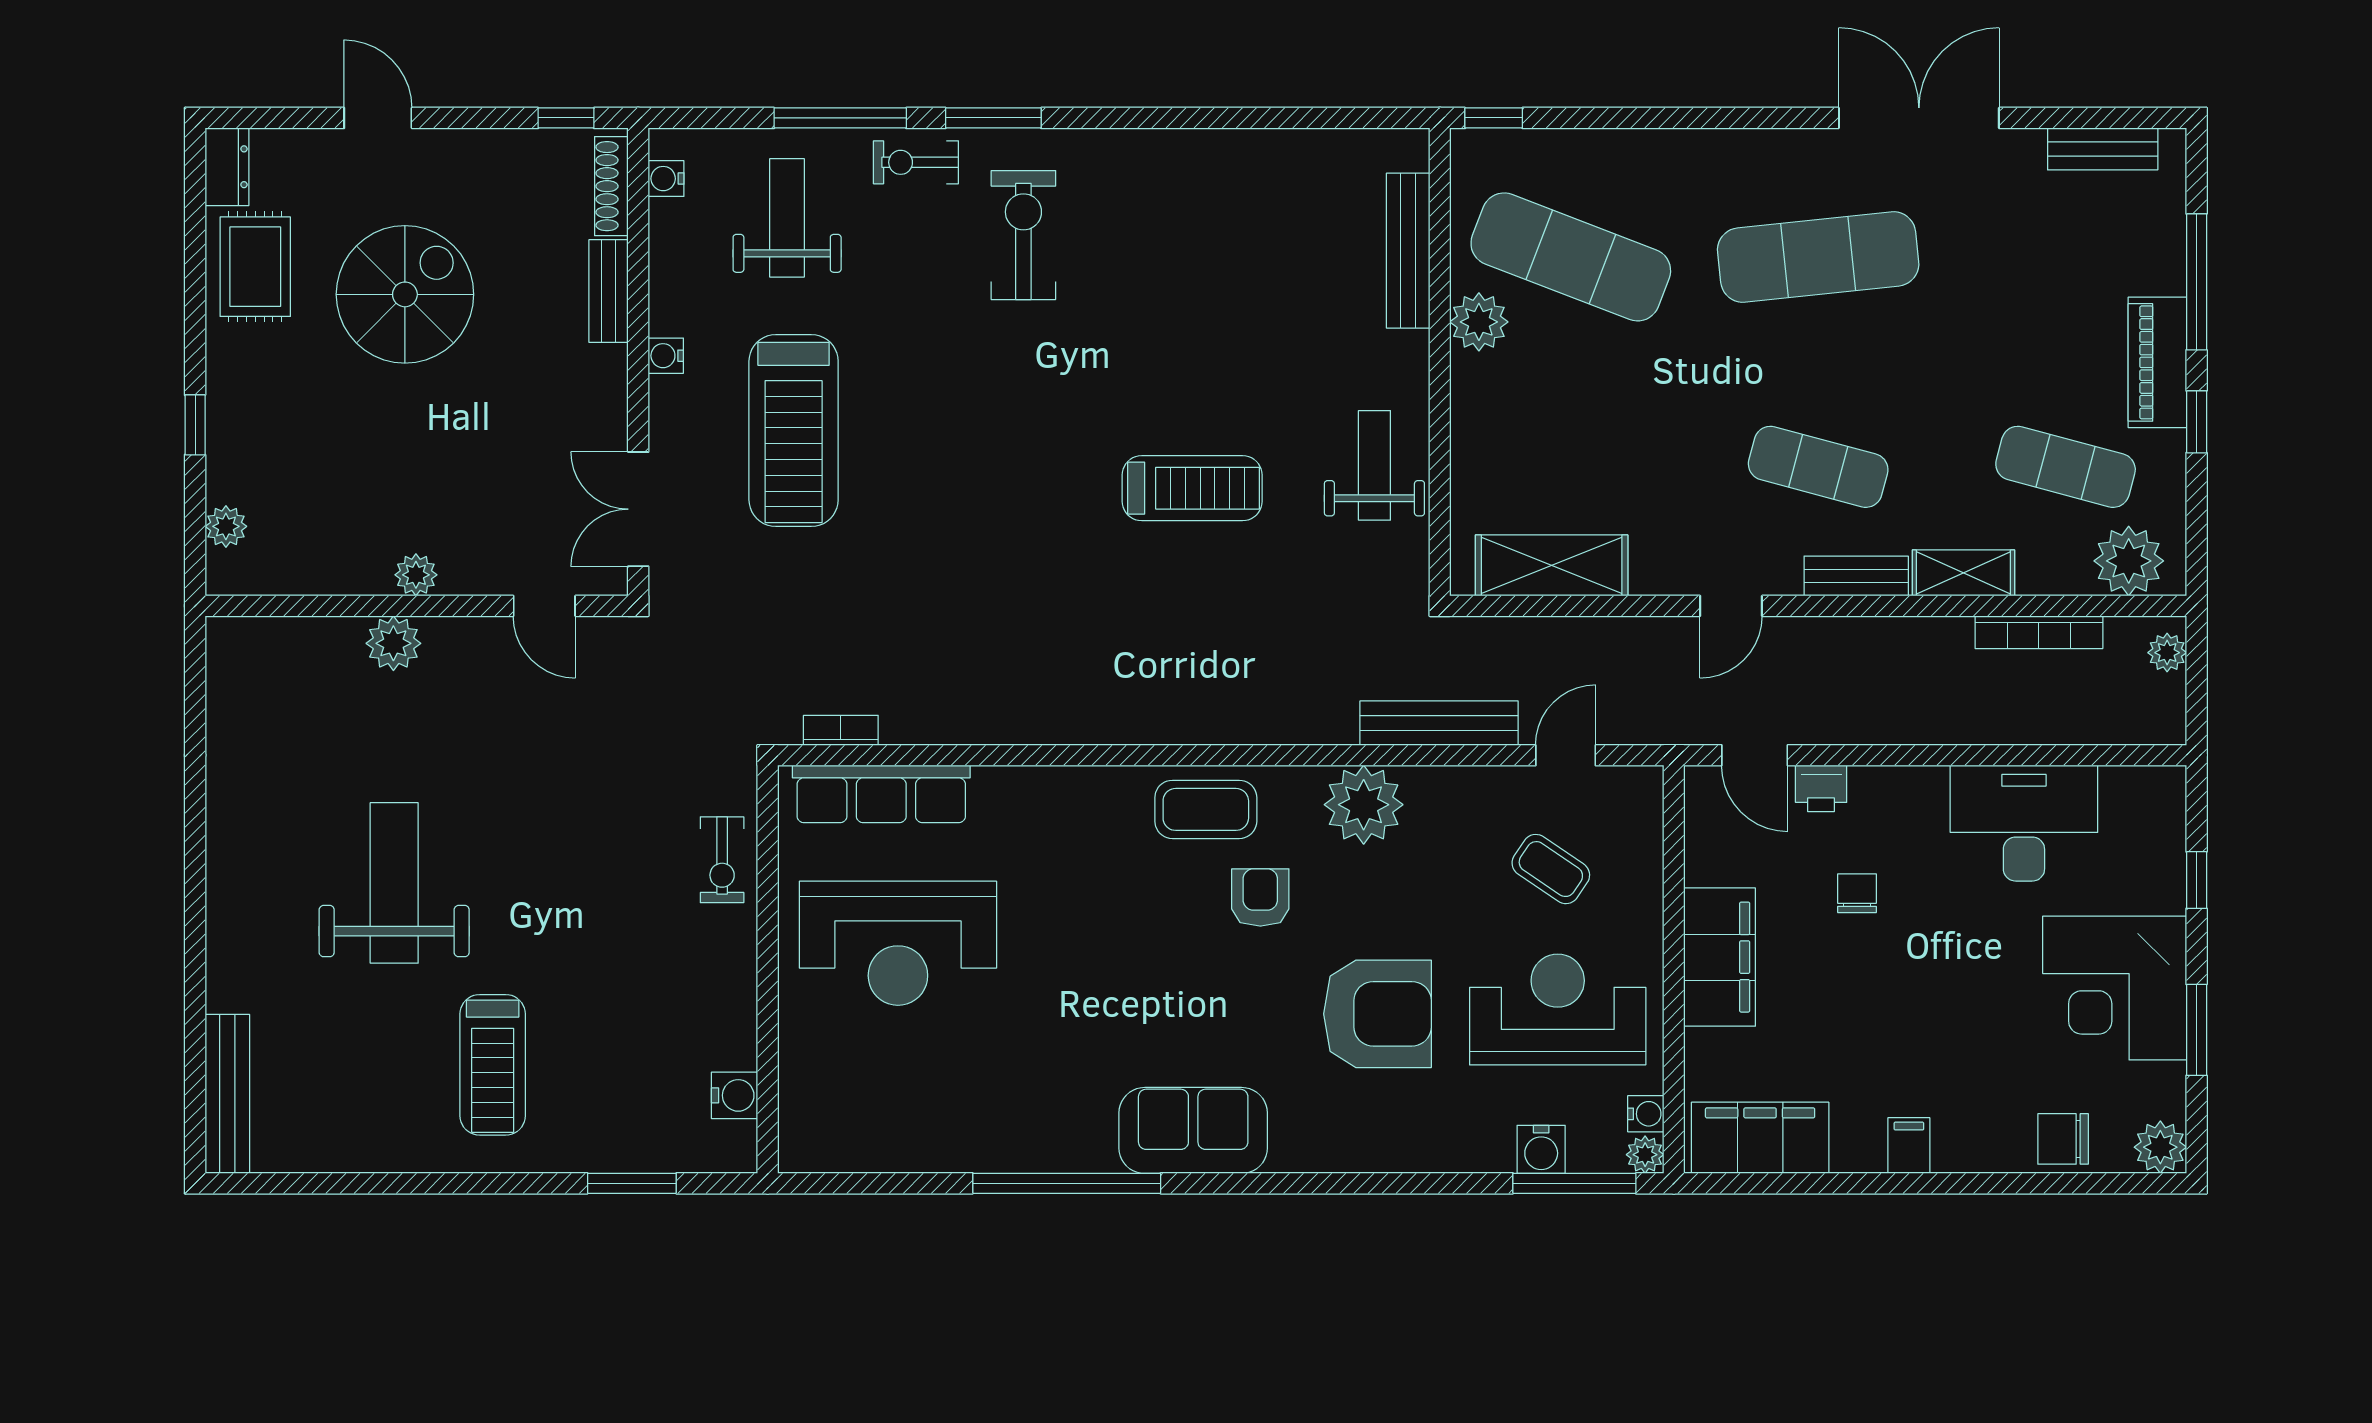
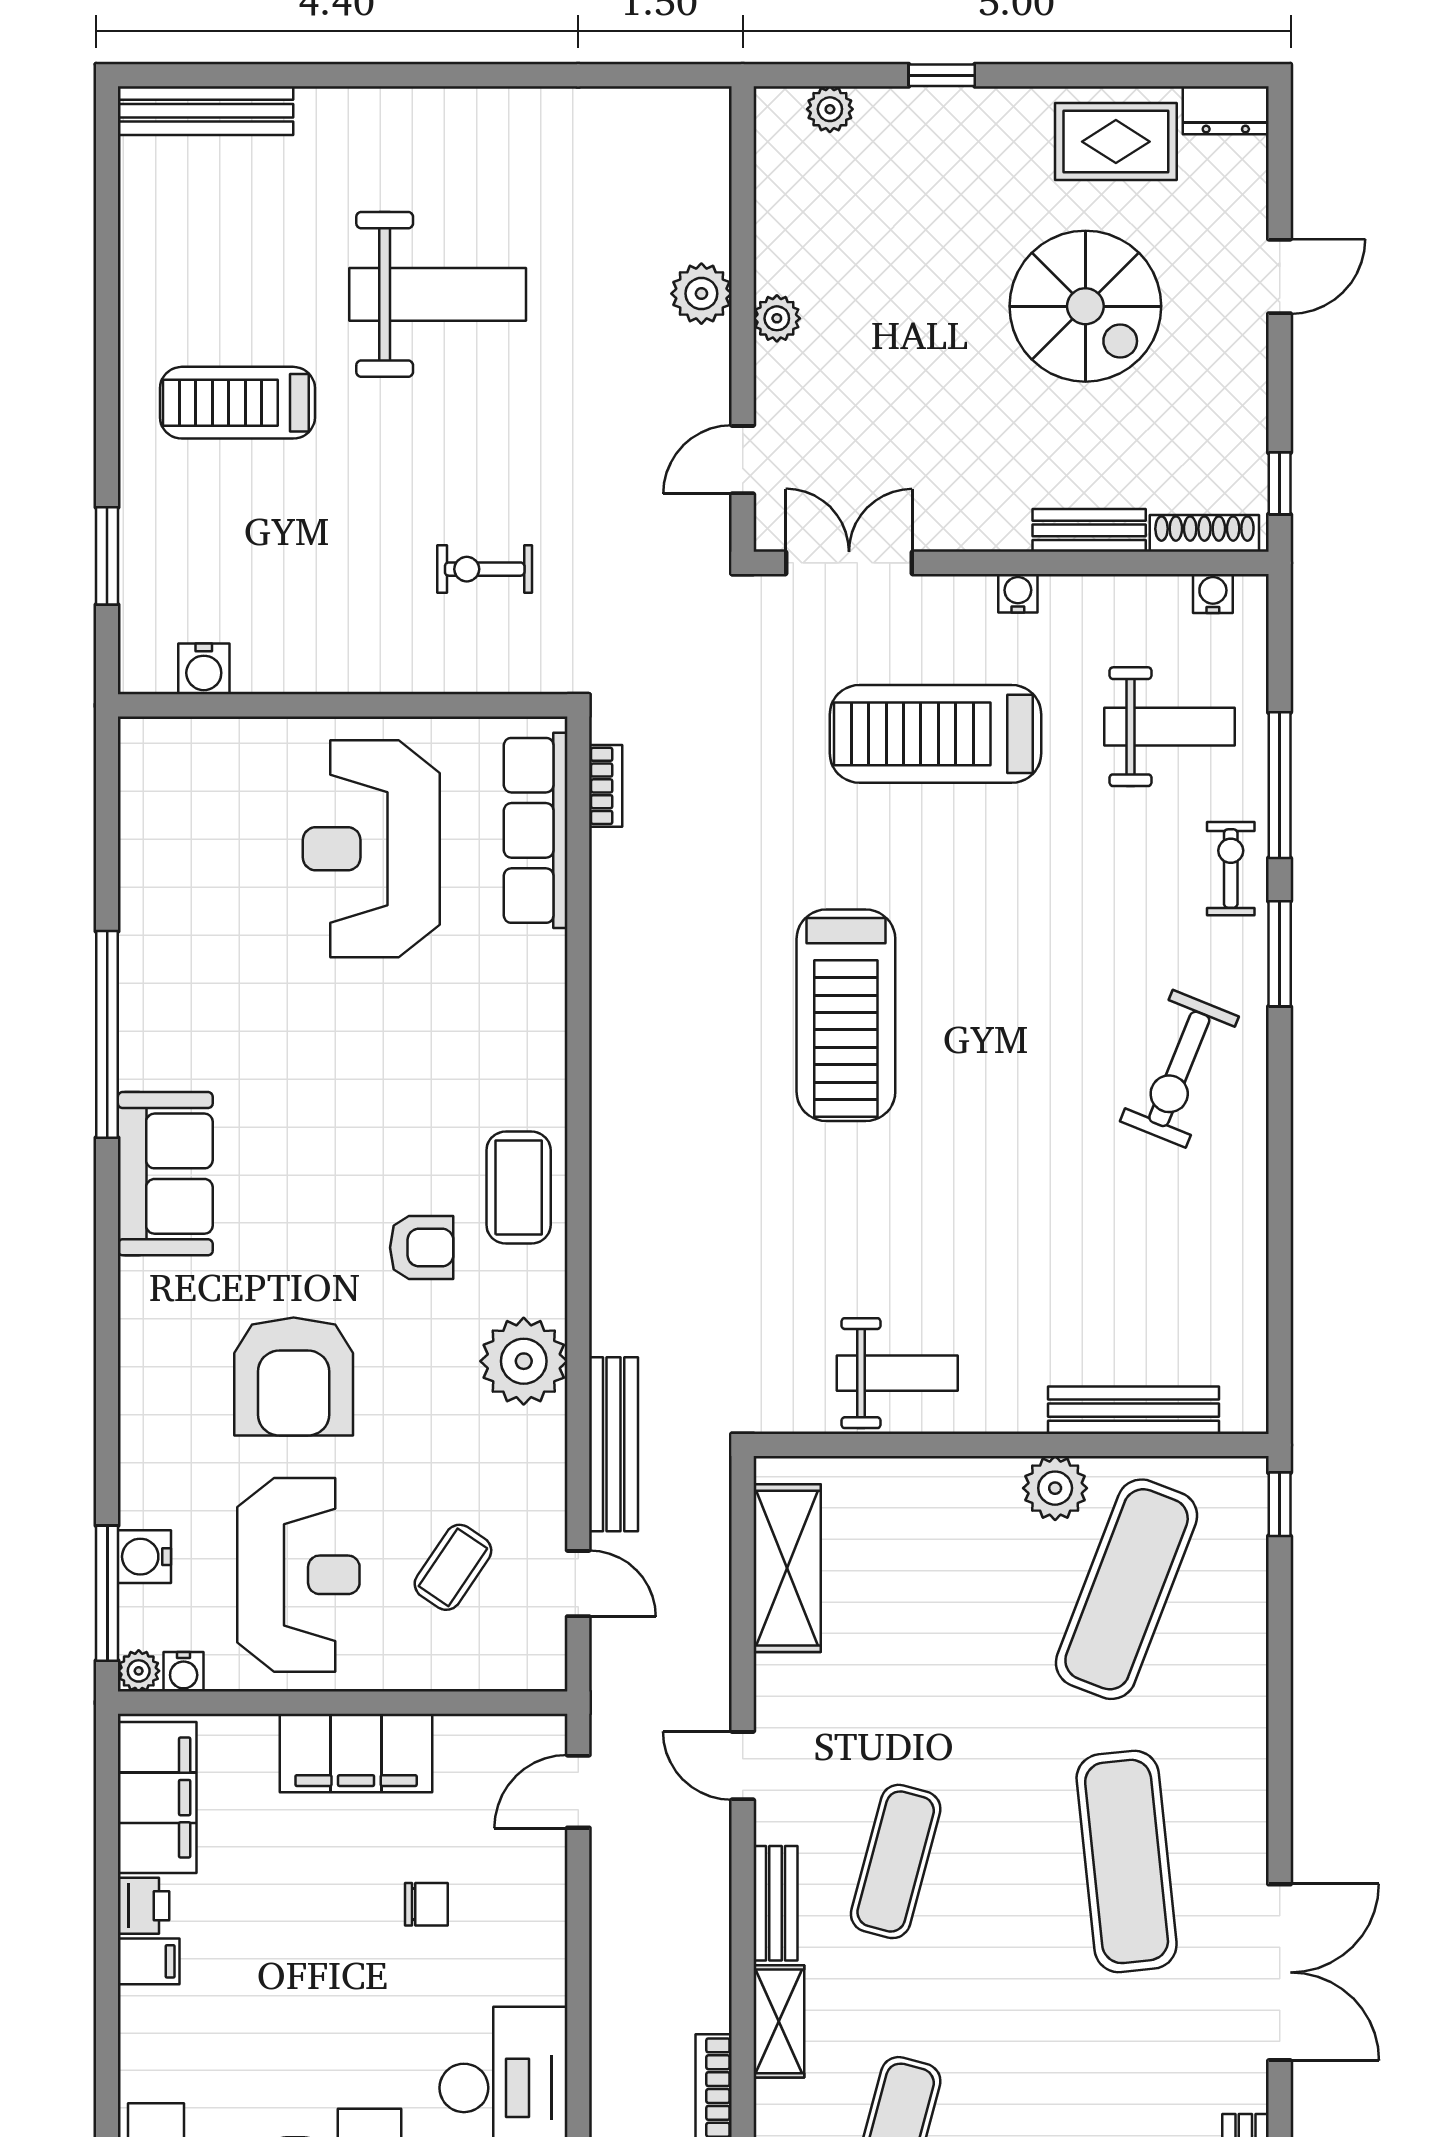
exercise bike: (1023, 235) -> (1179, 1069), moved, turned 112
treadmill: (1192, 488) -> (846, 1015), moved, width x1.37, depth x1.38
printer: (1821, 788) -> (144, 1906), moved, turned 180
exercise bike: (722, 860) -> (485, 569), moved

